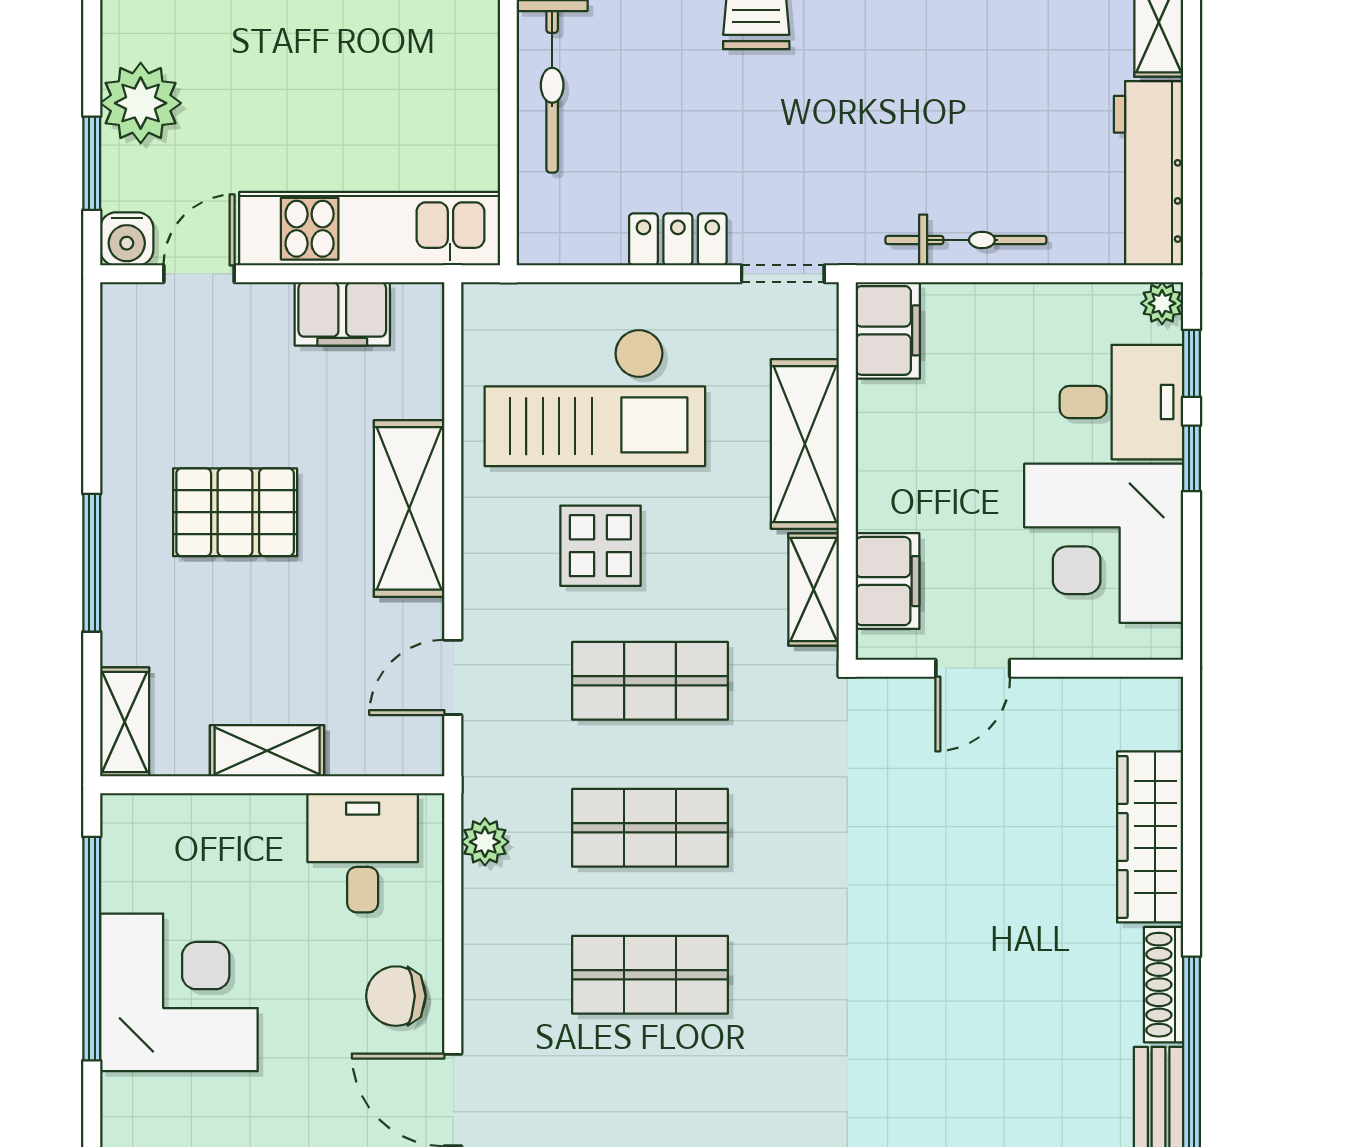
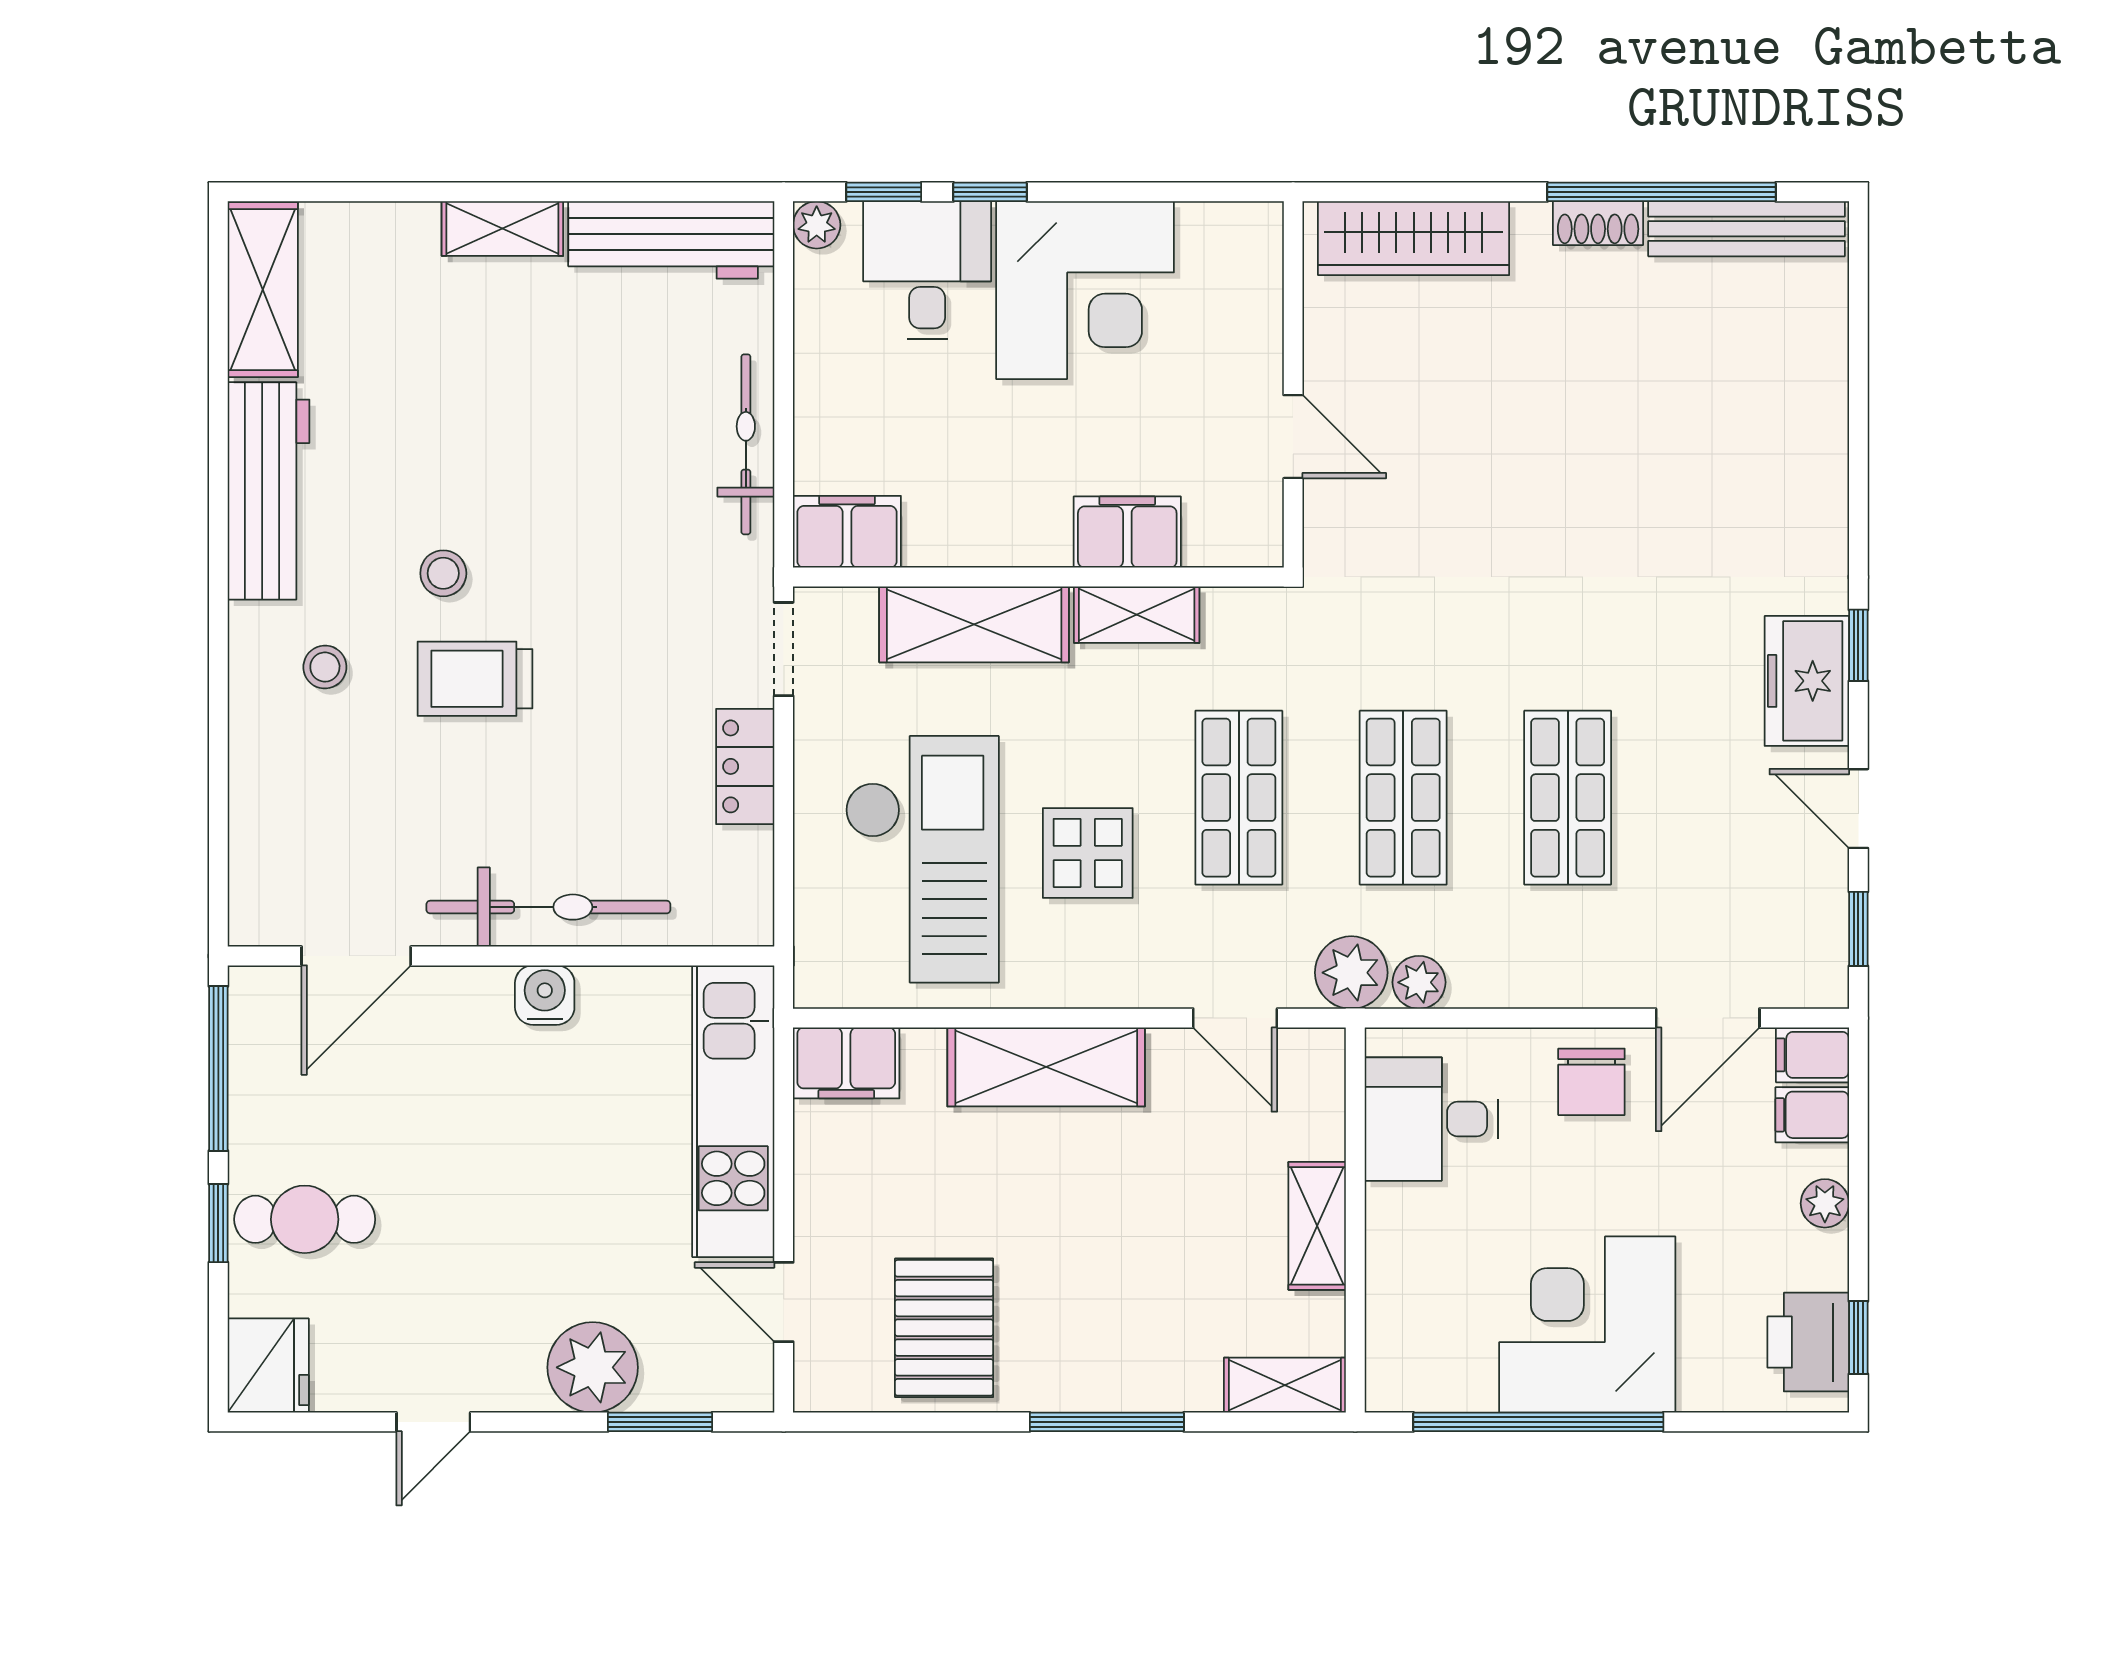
water cooler: (127, 239) -> (545, 995), moved, turned -90
filing cabinet: (342, 314) -> (846, 1063), moved, turned 90
pallet: (235, 512) -> (944, 1328), moved
door: (973, 668) -> (1293, 437), moved
wall: (1019, 668) -> (1293, 384), moved
plant: (494, 781) -> (1351, 973), added
shoe rack: (1164, 985) -> (1598, 223), width x0.70

